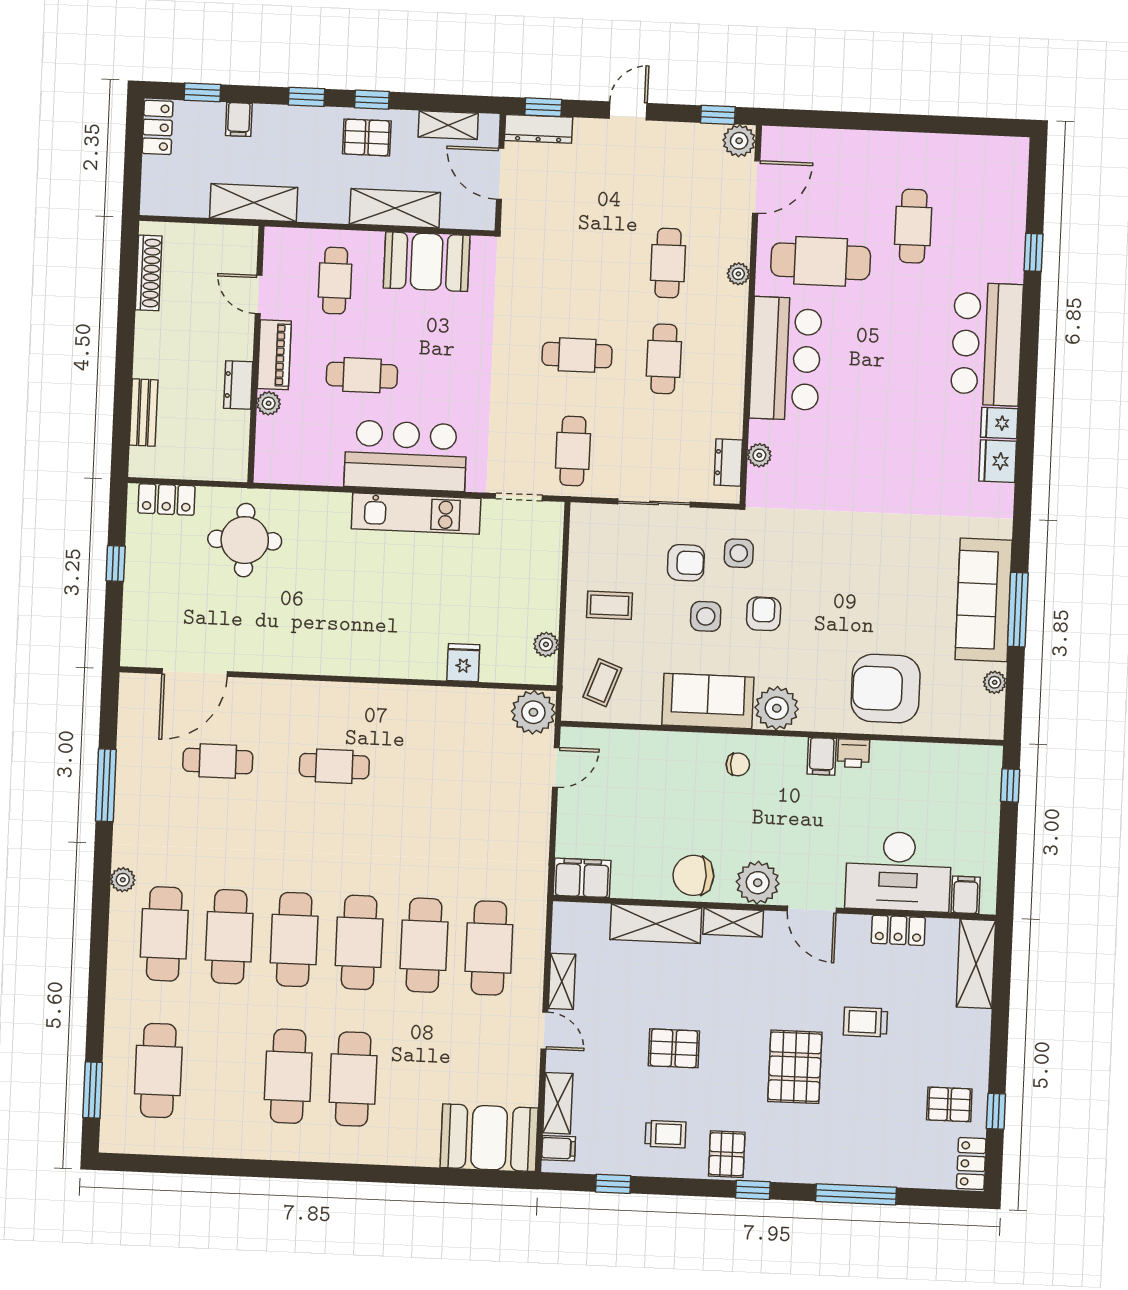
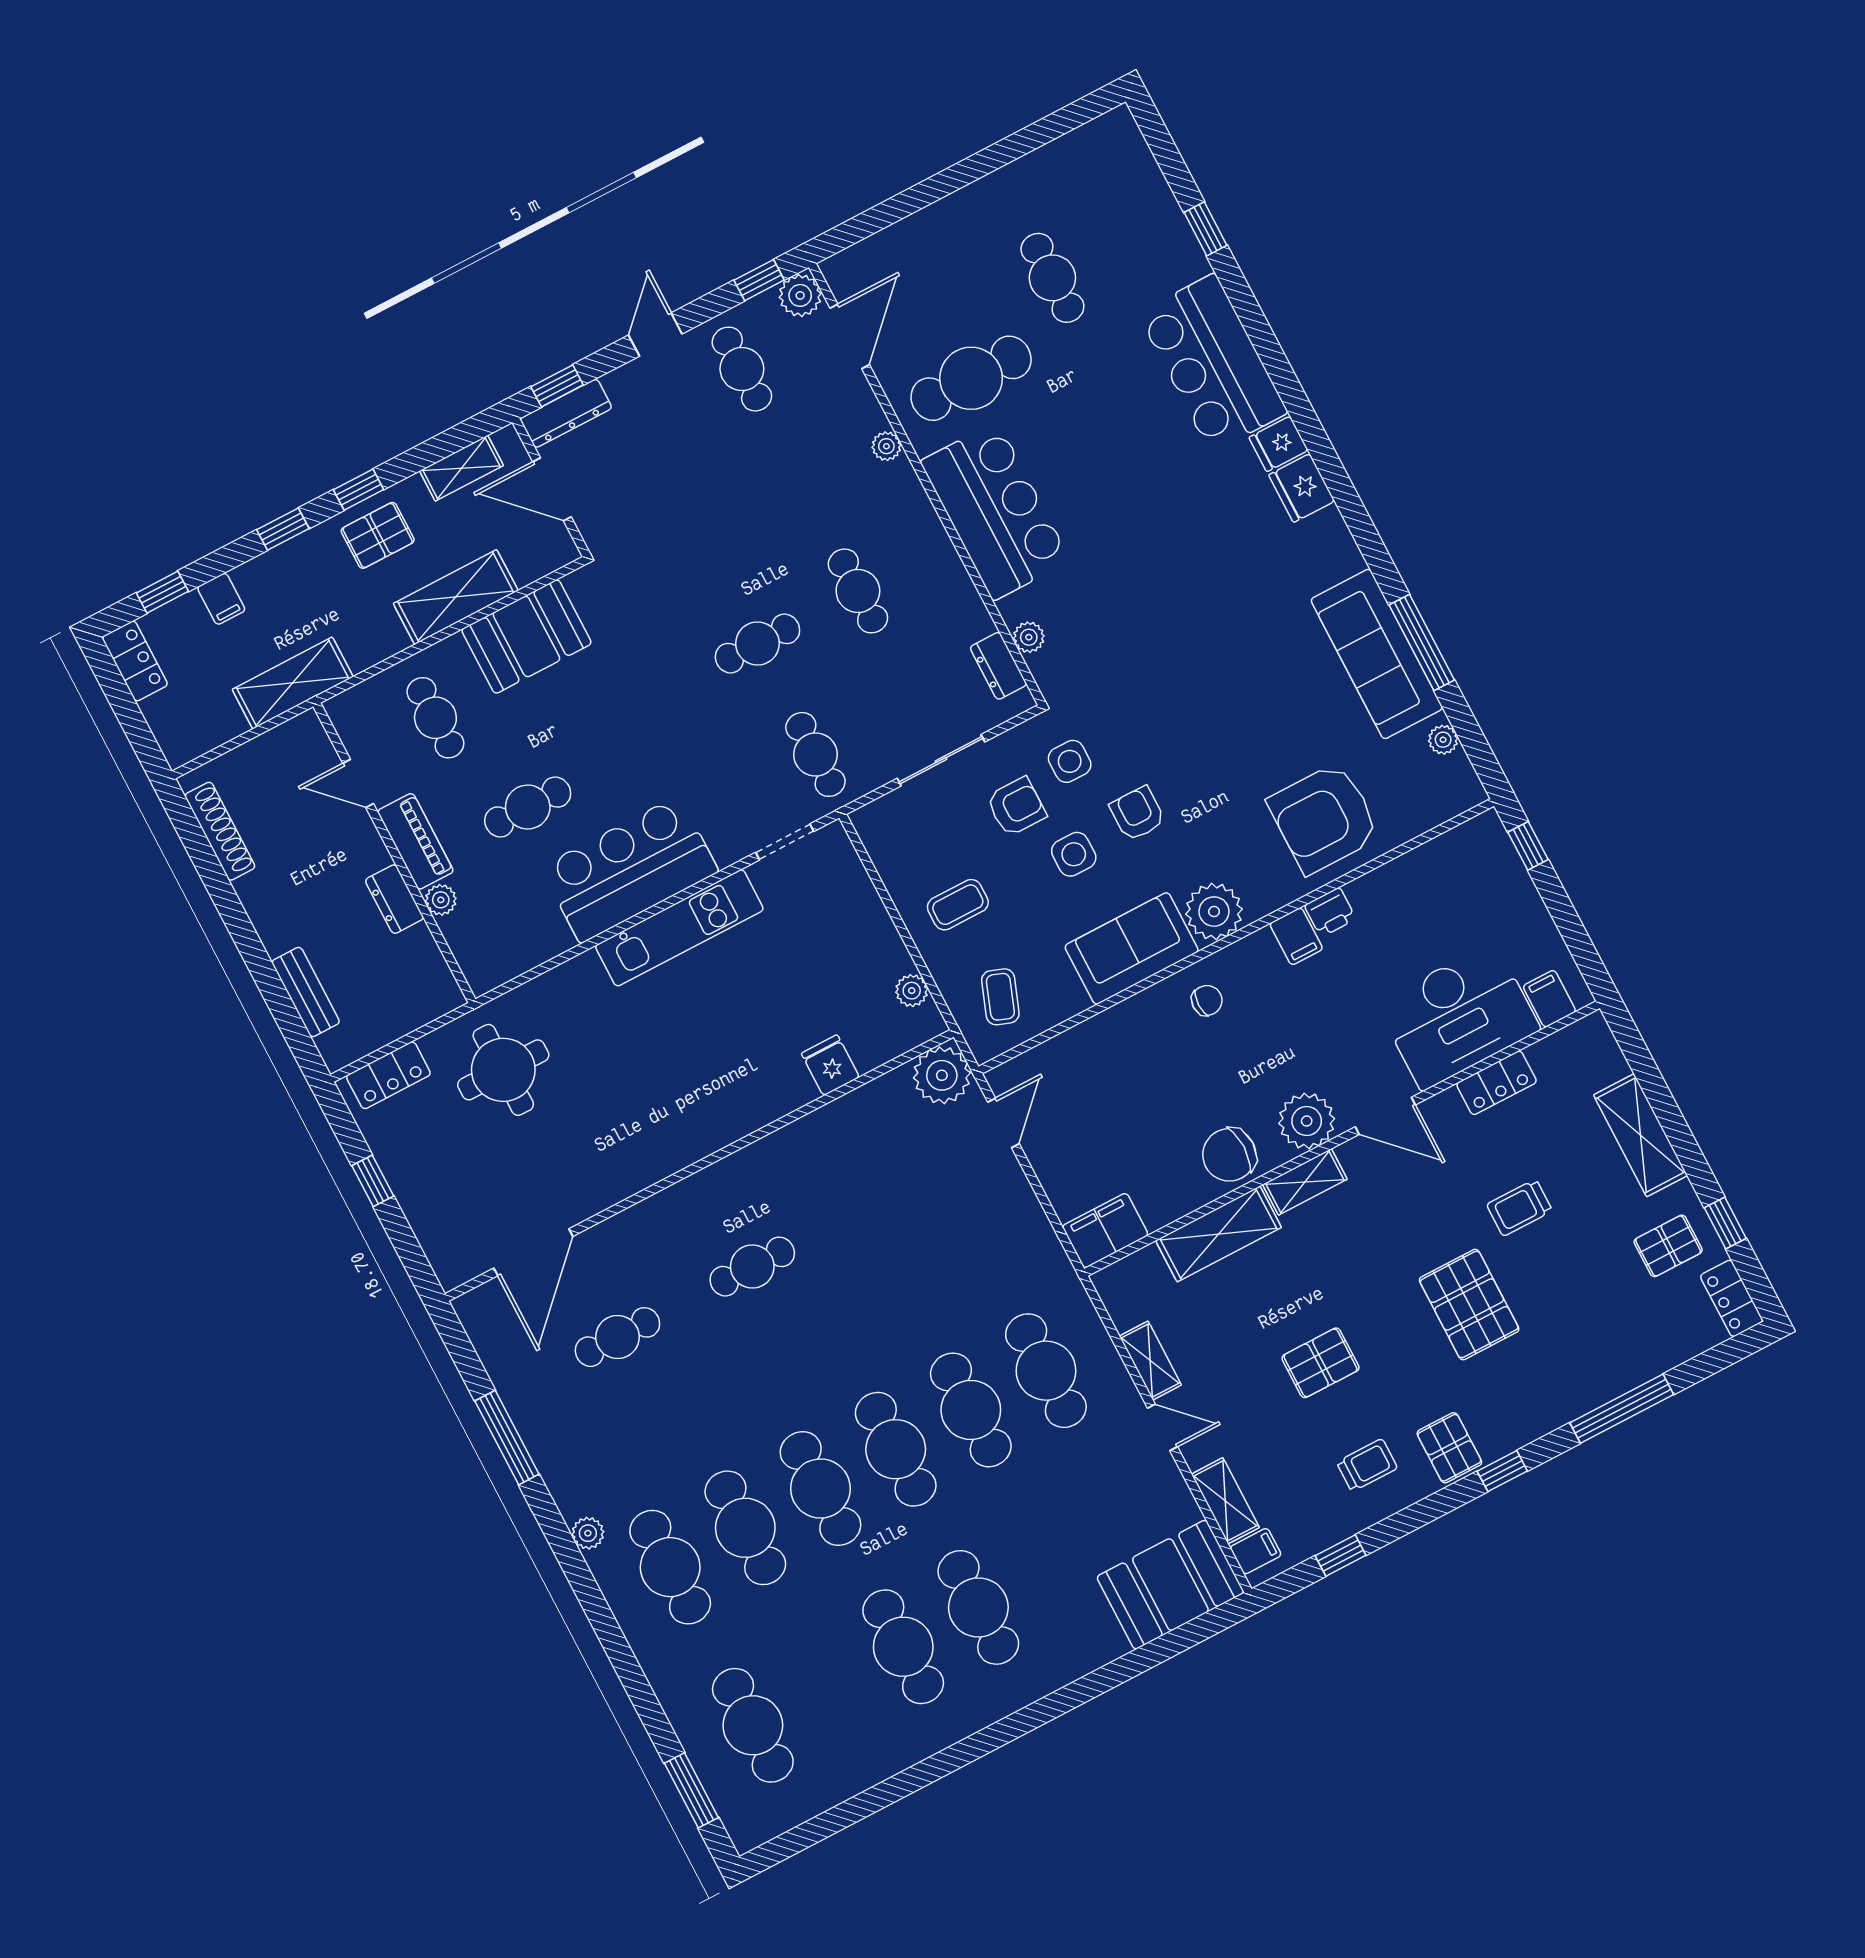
cafe table: (668, 263) -> (742, 369), moved
shelving: (976, 964) -> (1640, 1135), moved

